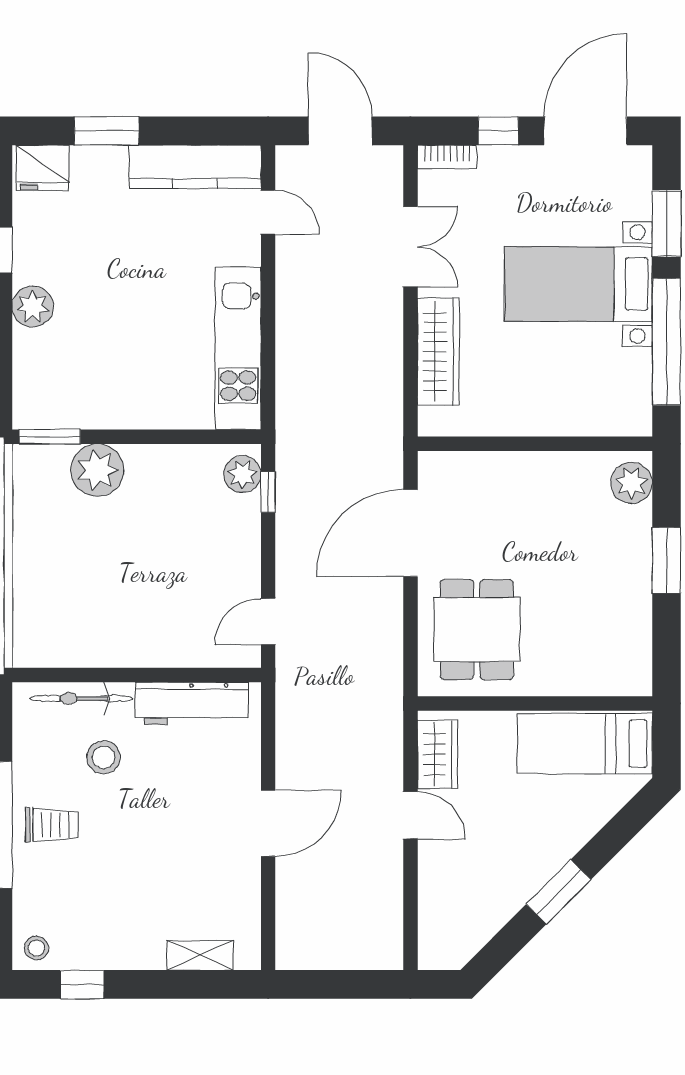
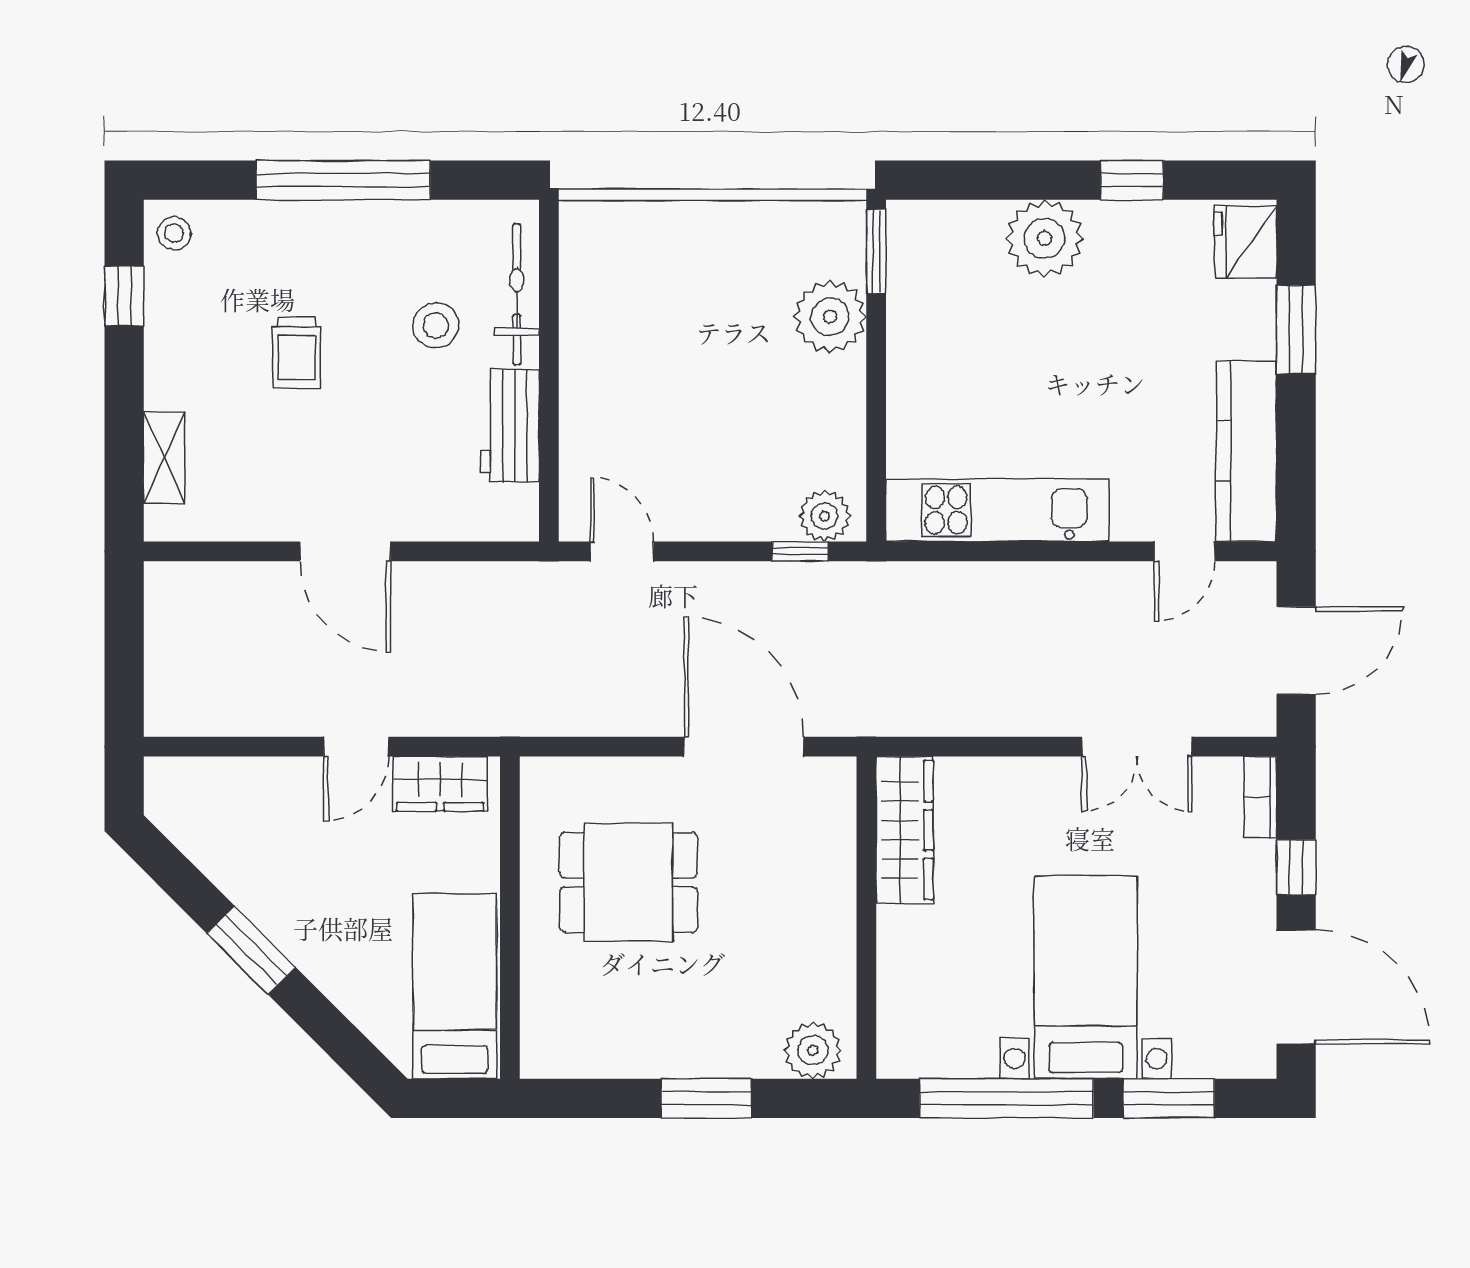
plant: (33, 307) -> (1044, 238), width x1.36, depth x1.36
wardrobe: (438, 351) -> (905, 830), moved, turned -90
dining table: (477, 629) -> (629, 882), moved
workbench: (192, 703) -> (510, 425), width x0.73
trolley: (52, 825) -> (297, 352), moved

